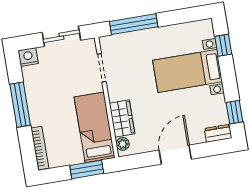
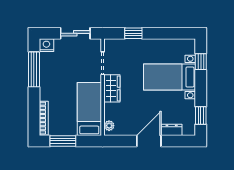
window: (134, 24) -> (133, 33), width x0.46
window: (20, 105) -> (34, 69), moved
wardrobe: (122, 119) -> (112, 88), moved
dresser: (218, 133) -> (172, 130), moved
window: (87, 169) -> (63, 141), moved

